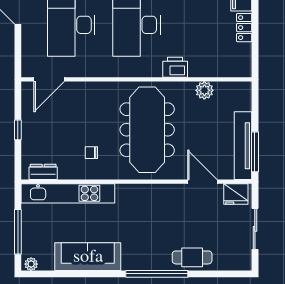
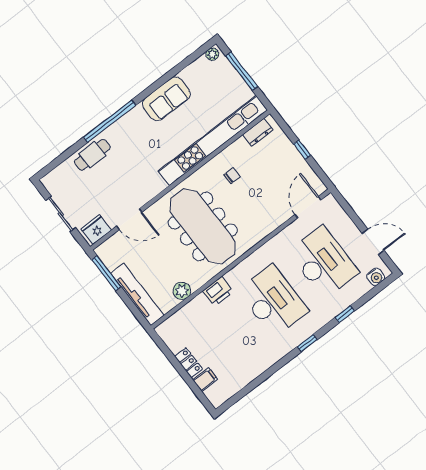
tv unit: (243, 146) -> (137, 294), moved
kitchen unit: (68, 193) -> (213, 141), width x1.36
sofa: (88, 257) -> (166, 99), width x0.73

